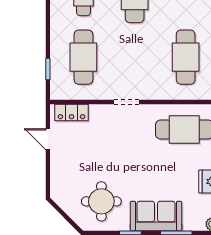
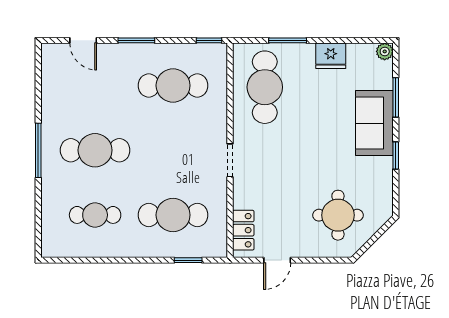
round table: (101, 201) -> (338, 215), moved

